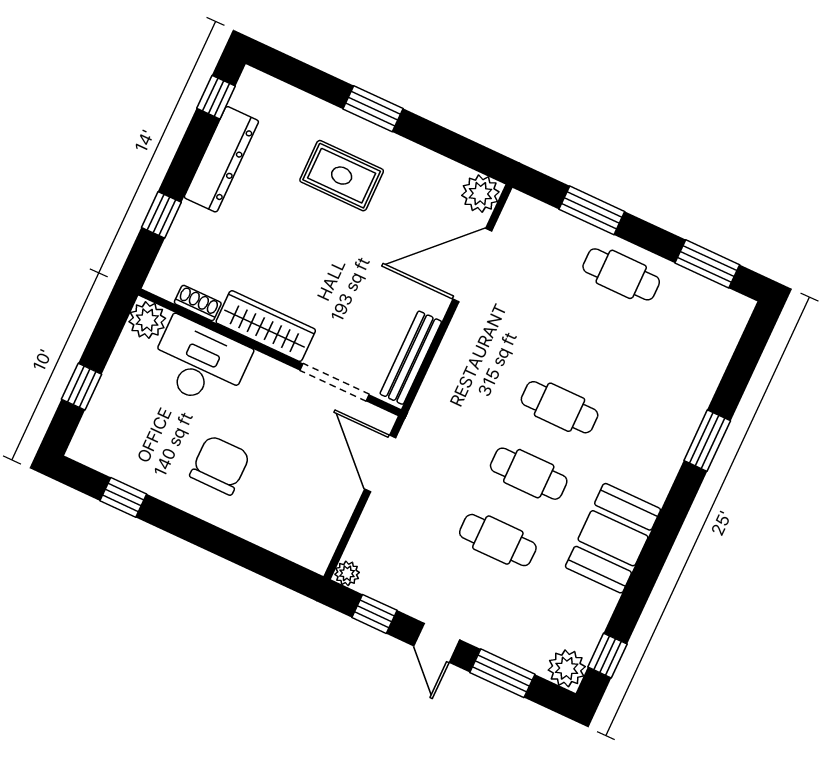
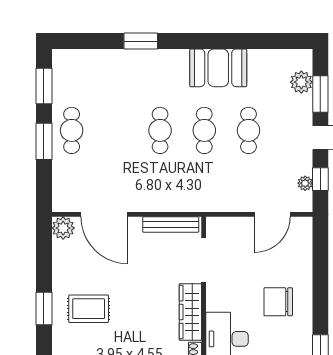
rug: (342, 176) -> (89, 309), turned 90
window: (592, 210) -> (44, 141), moved
door: (380, 464) -> (272, 214), moved
plant: (347, 573) -> (305, 183), moved
window: (607, 656) -> (284, 41), removed
plant: (567, 668) -> (301, 82), moved

